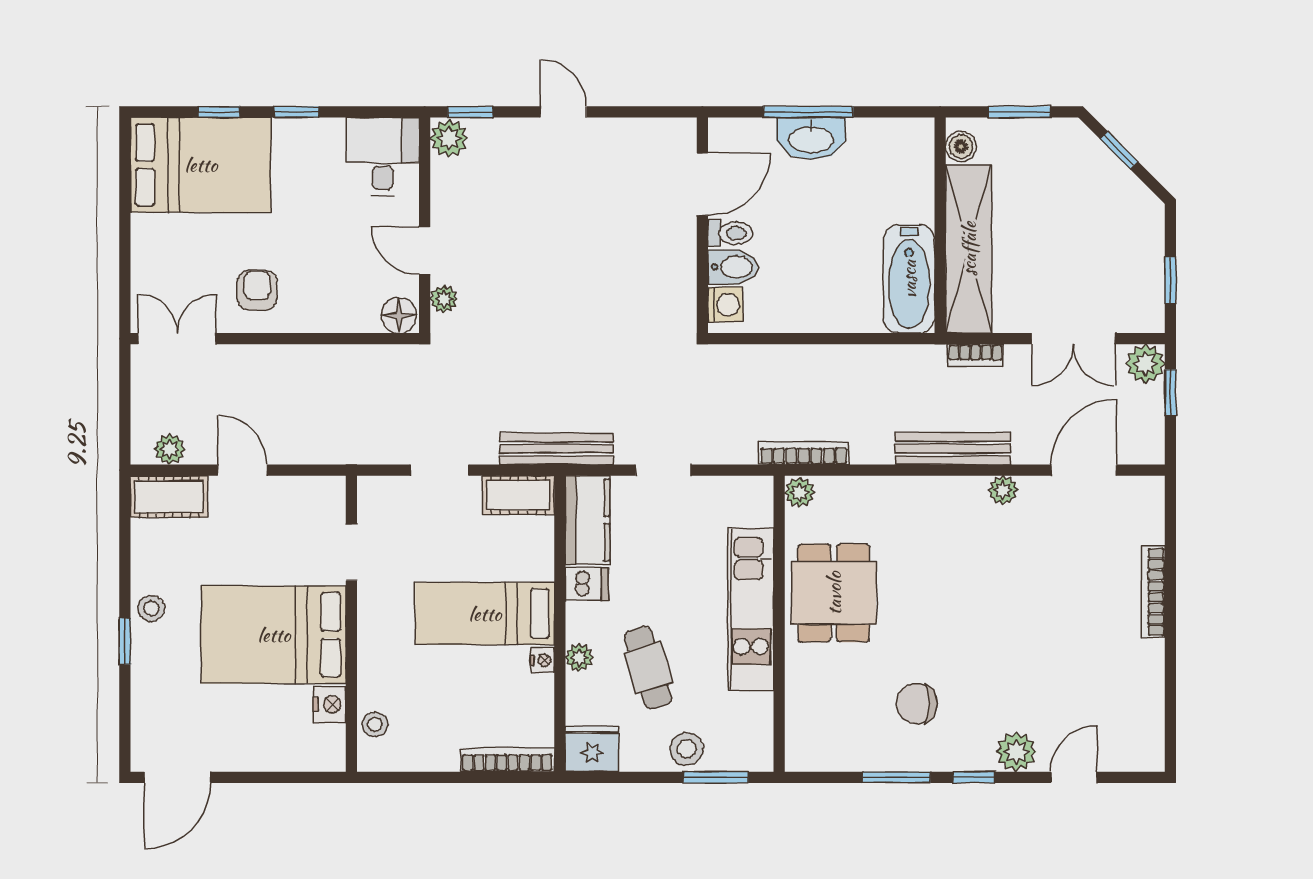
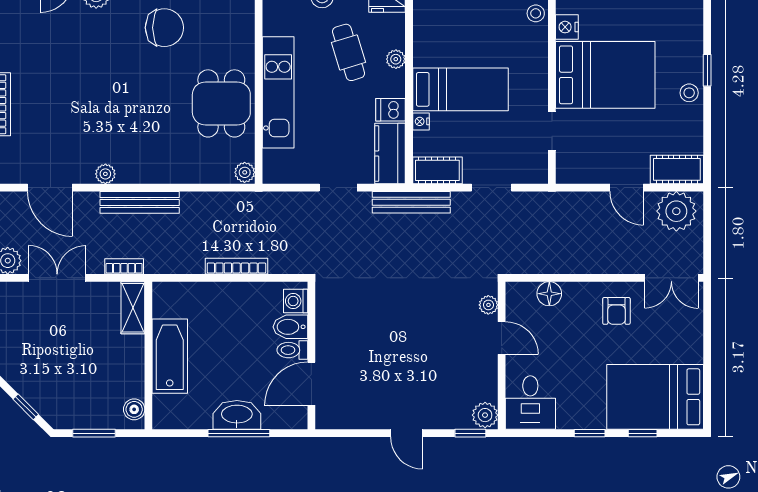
shelving: (969, 249) -> (133, 308), width x0.45, depth x0.75
bathtub: (909, 279) -> (170, 356), moved
floor lamp: (399, 315) -> (549, 294), moved
plant: (170, 449) -> (676, 211), width x1.87, depth x1.87
bookcase: (804, 453) -> (236, 266), moved, turned 180
door: (1084, 470) -> (50, 188), hinge flipped
nightstand: (542, 660) -> (421, 121), moved
chair: (917, 704) -> (164, 28), width x1.37, depth x1.37

